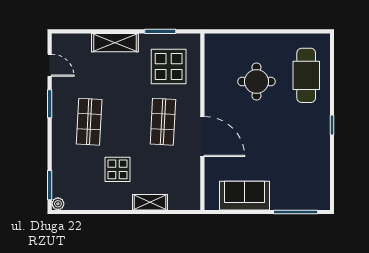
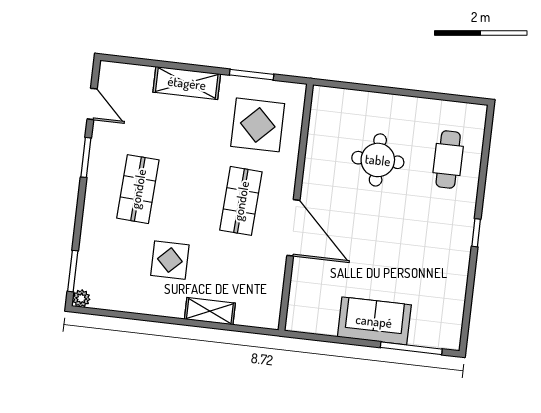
cafe table: (306, 75) -> (448, 159), width x0.73, depth x0.74
sofa: (244, 196) -> (374, 321), moved

